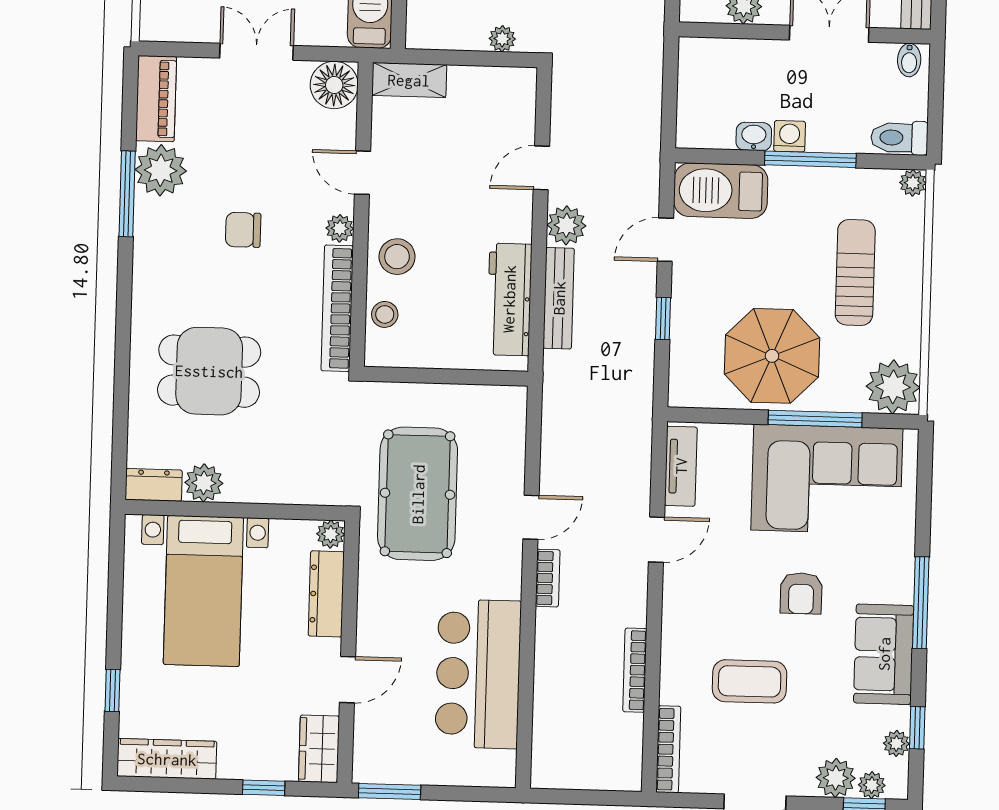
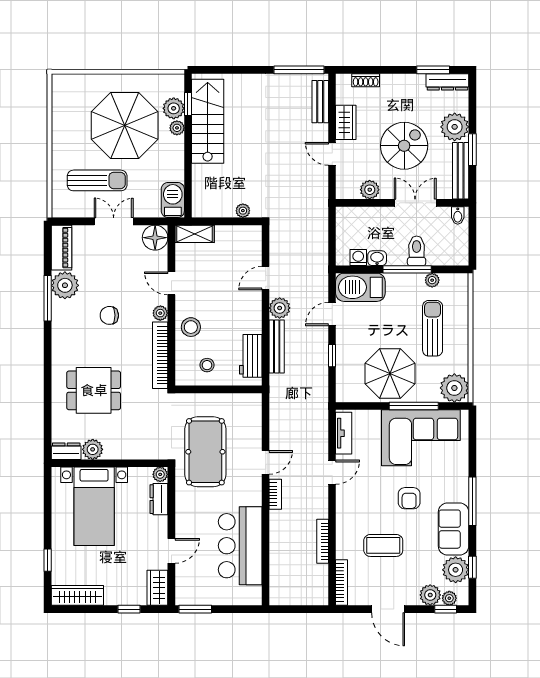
washing machine: (790, 136) -> (358, 258), moved
toilet: (899, 138) -> (417, 251), moved, turned 90
plant: (913, 183) -> (432, 280), moved
workbench: (509, 299) -> (251, 356), width x0.73
stool: (385, 314) -> (207, 365), moved
dresser: (326, 594) -> (159, 499), width x0.70
plant: (896, 743) -> (456, 570), width x1.88, depth x1.88

